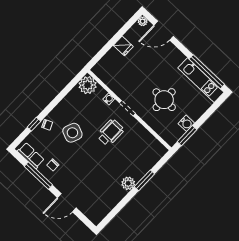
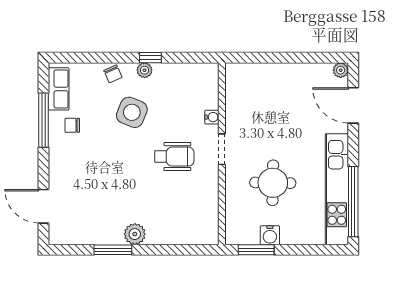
fridge: (123, 46) -> (290, 75), removed
kitchen unit: (201, 80) -> (337, 189), width x1.36
plant: (88, 85) -> (145, 70), moved, width x0.53, depth x0.53
window: (34, 124) -> (150, 58), moved
window: (144, 180) -> (113, 250), moved
door: (67, 203) -> (44, 206), moved

